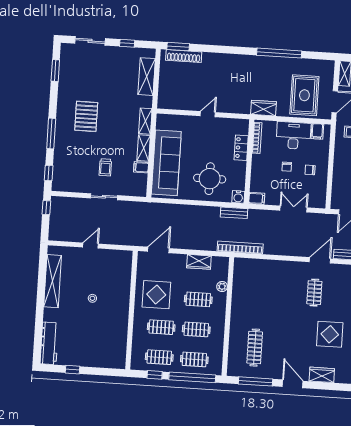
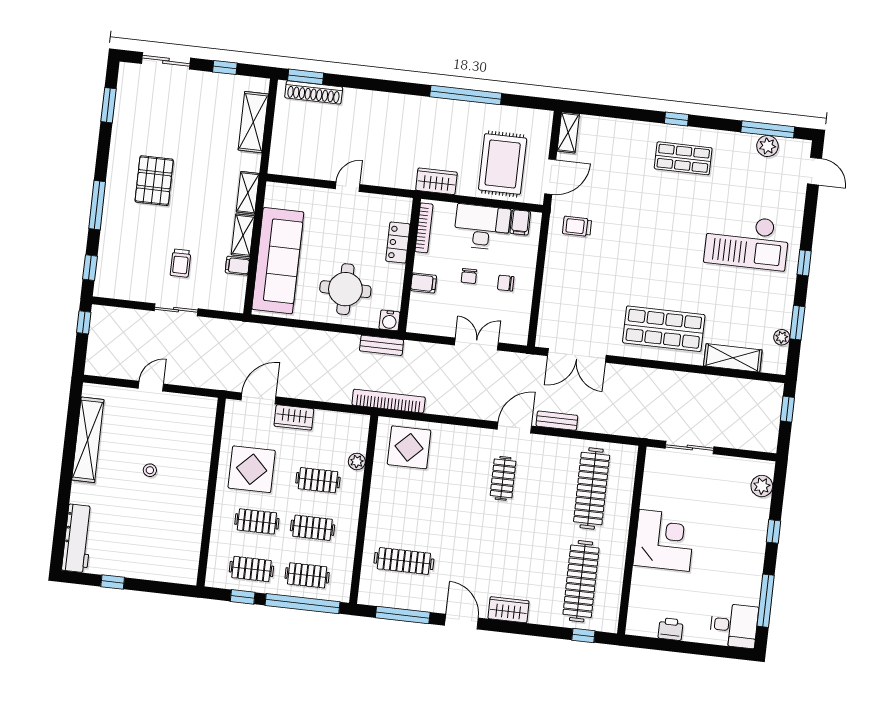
filing cabinet: (257, 198) -> (424, 283), moved
wardrobe: (199, 262) -> (294, 417), moved
display table: (330, 334) -> (409, 447), moved
clothes rail: (255, 348) -> (404, 561), turned 90

